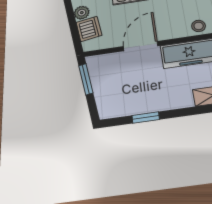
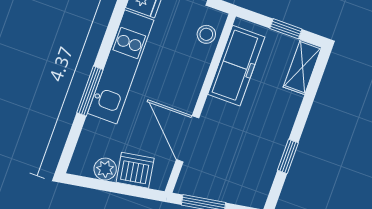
door: (141, 46) -> (188, 139), moved

